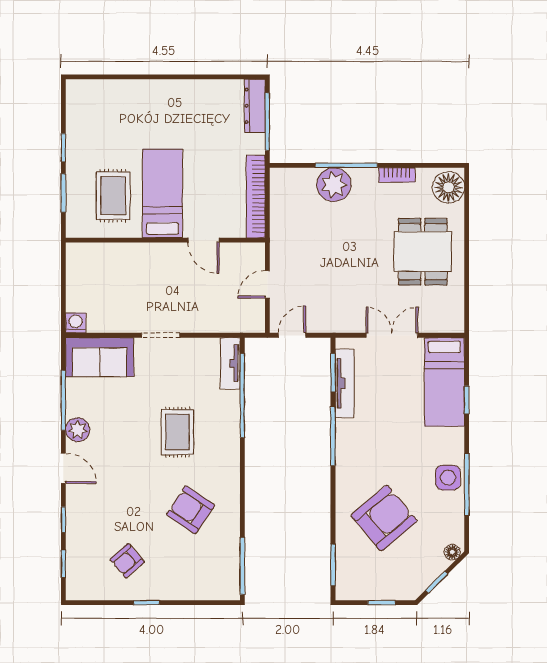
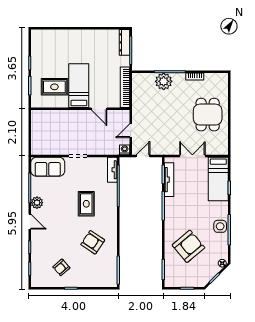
floor lamp: (448, 187) -> (220, 83), removed
rug: (113, 196) -> (54, 87), turned 90
washing machine: (76, 323) -> (125, 150), moved

